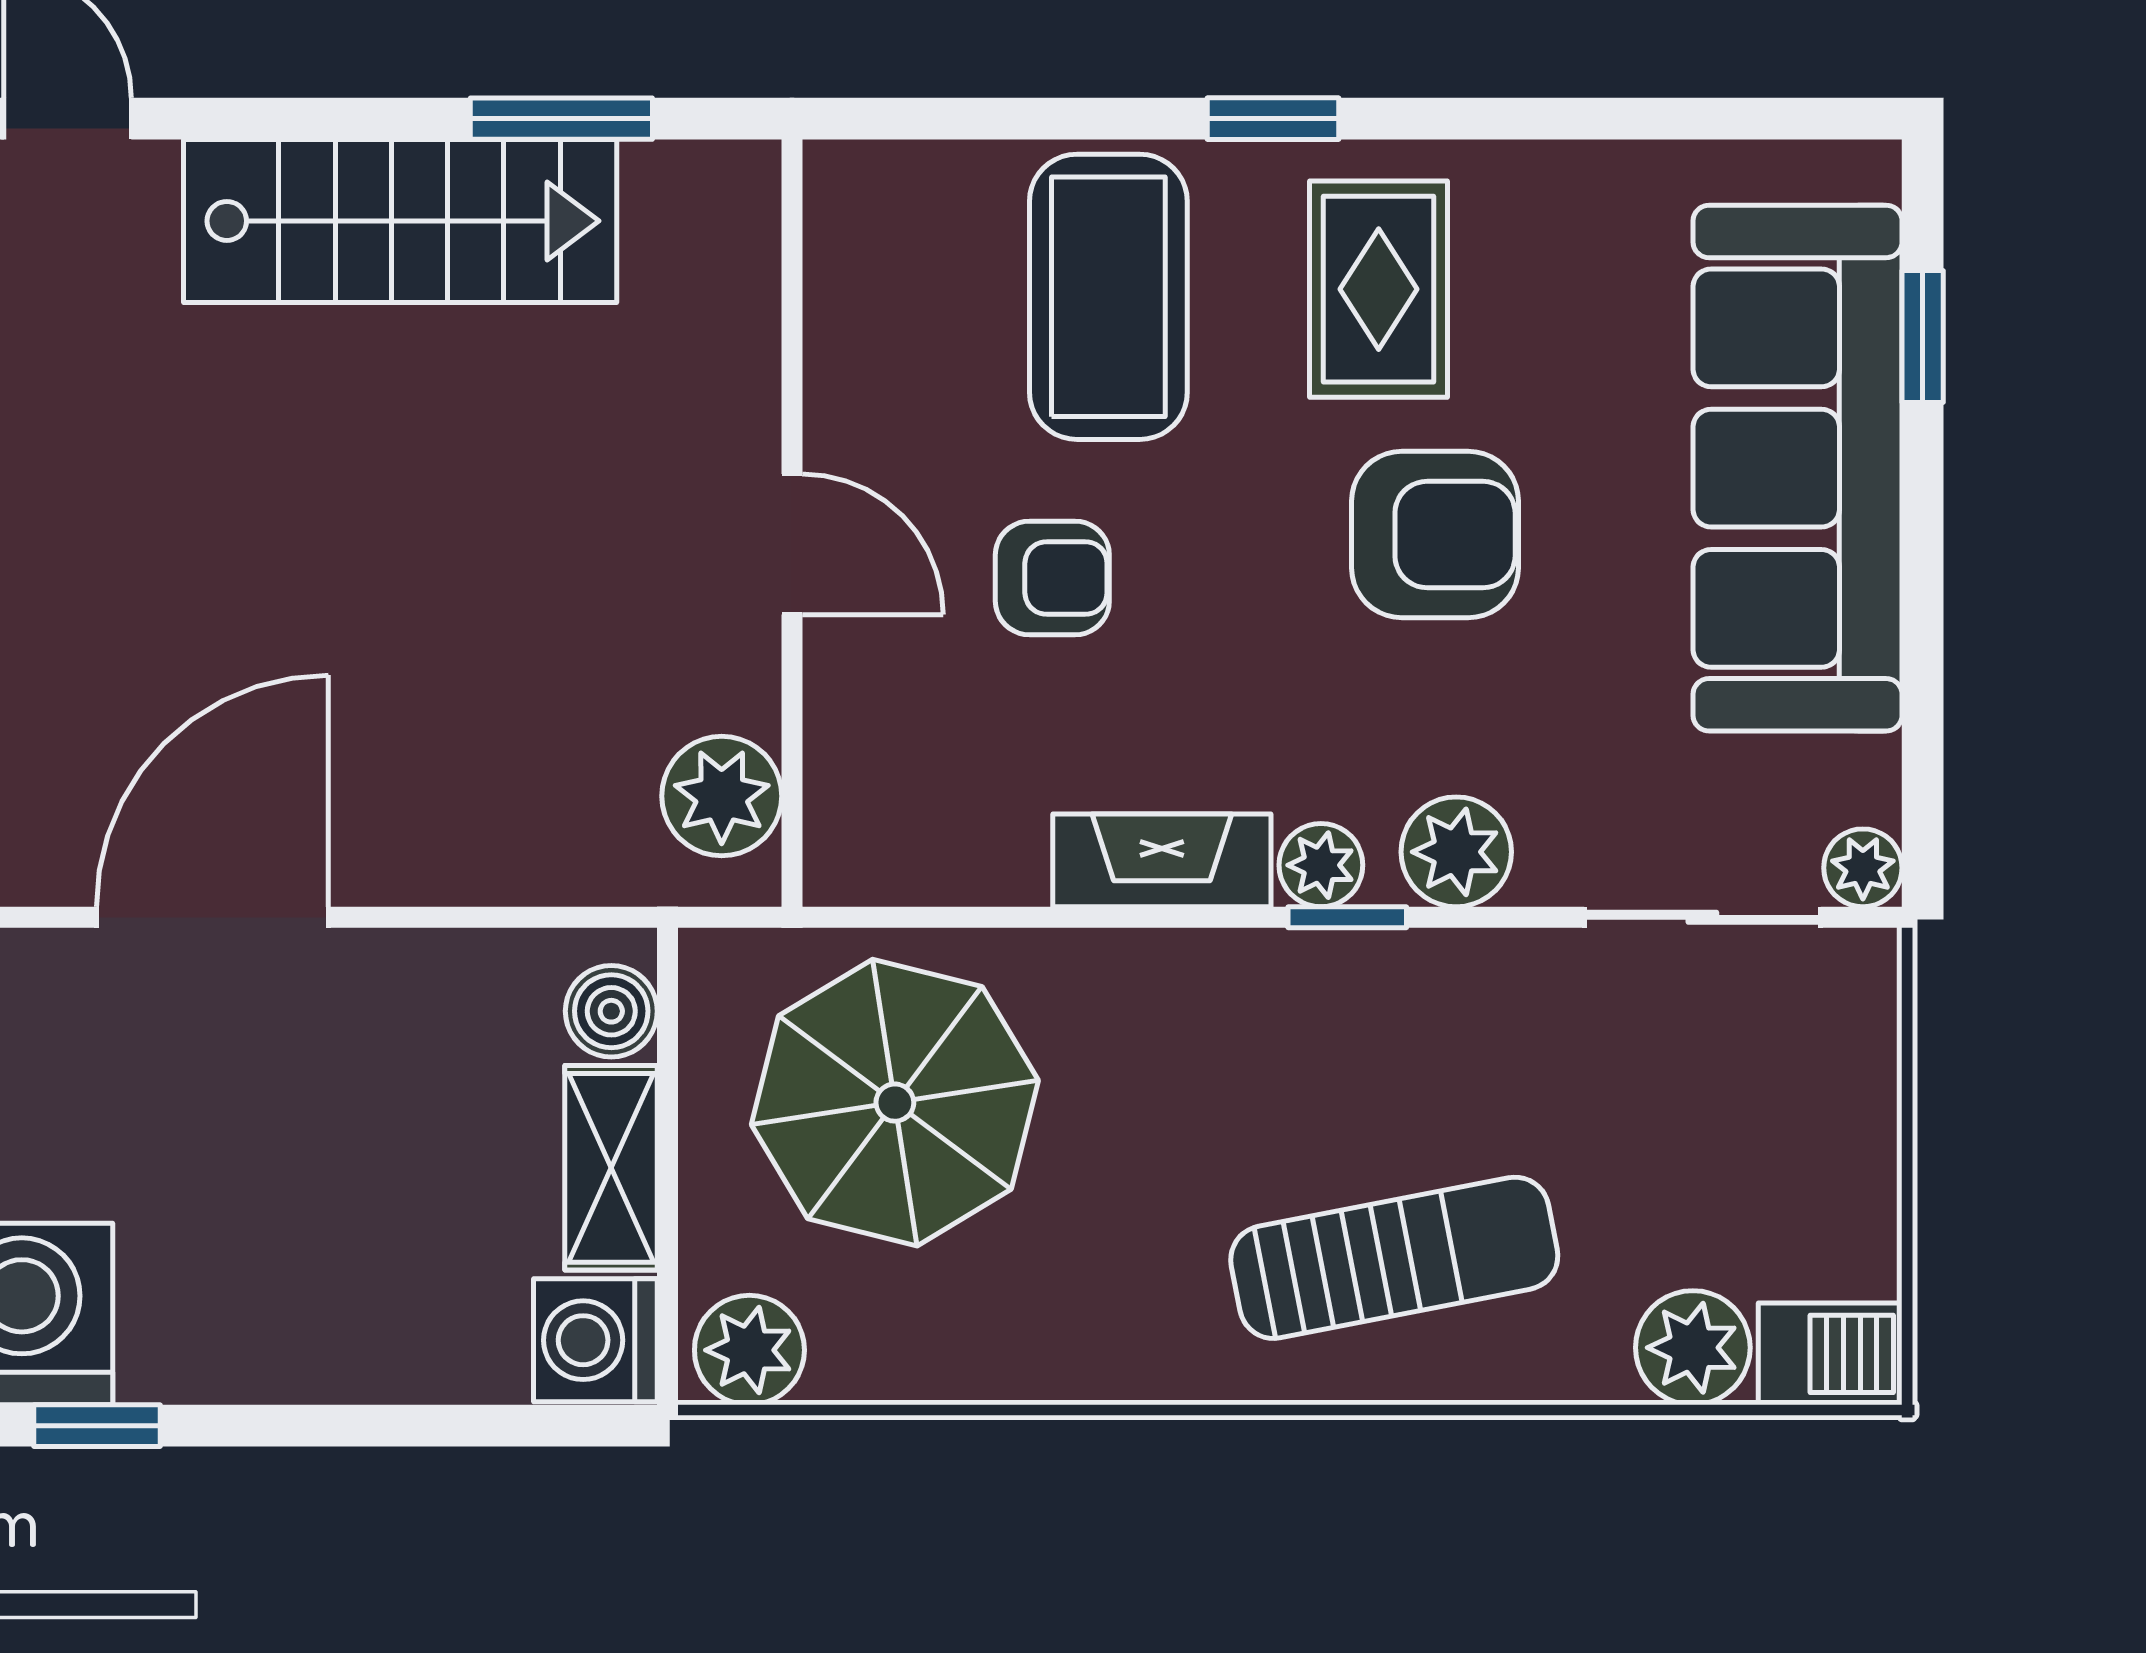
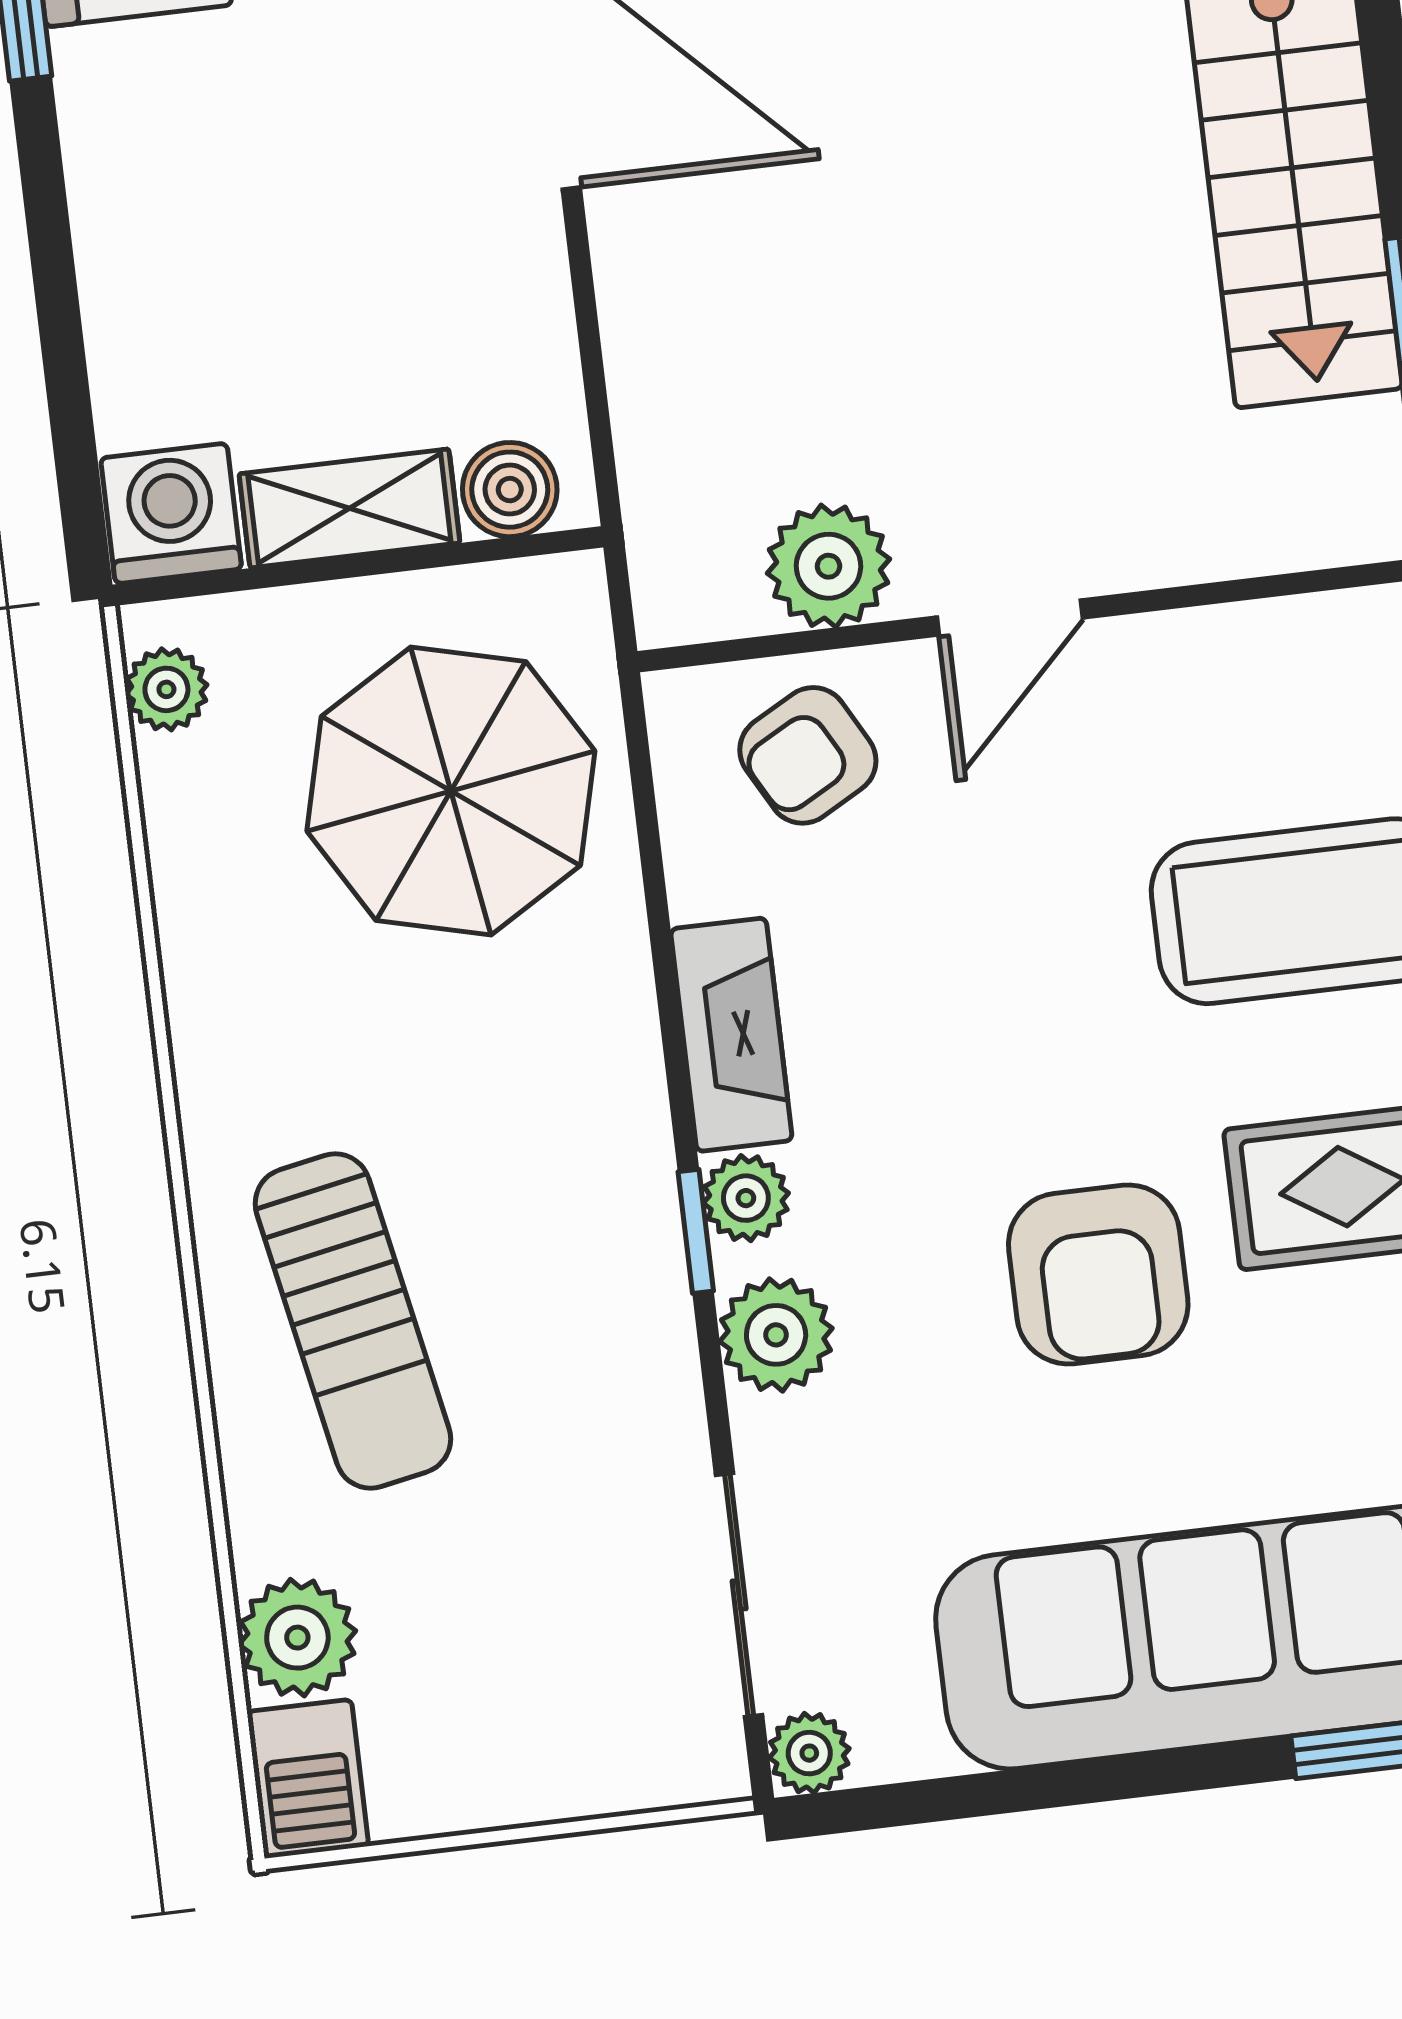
armchair: (1052, 578) -> (808, 755), moved, turned 61
plant: (722, 796) -> (828, 566), moved
plant: (749, 1350) -> (166, 689), width x0.73, depth x0.73

